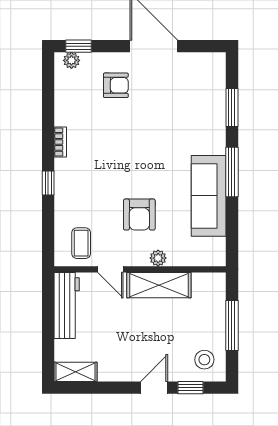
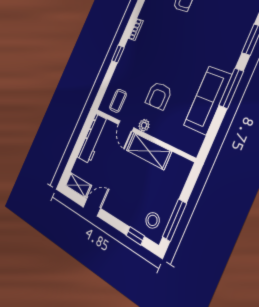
plant: (158, 258) -> (144, 125), moved
window: (232, 325) -> (174, 220), moved
door: (154, 388) -> (92, 208), moved

